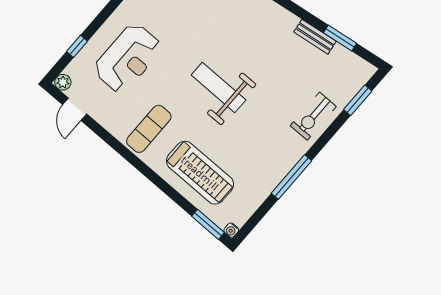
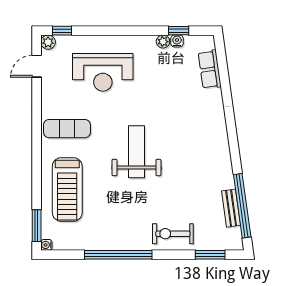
bench: (315, 37) -> (231, 208), moved
window: (340, 38) -> (242, 206), width x2.11
window: (77, 46) -> (62, 31), moved
window: (291, 177) -> (118, 255), width x1.46

